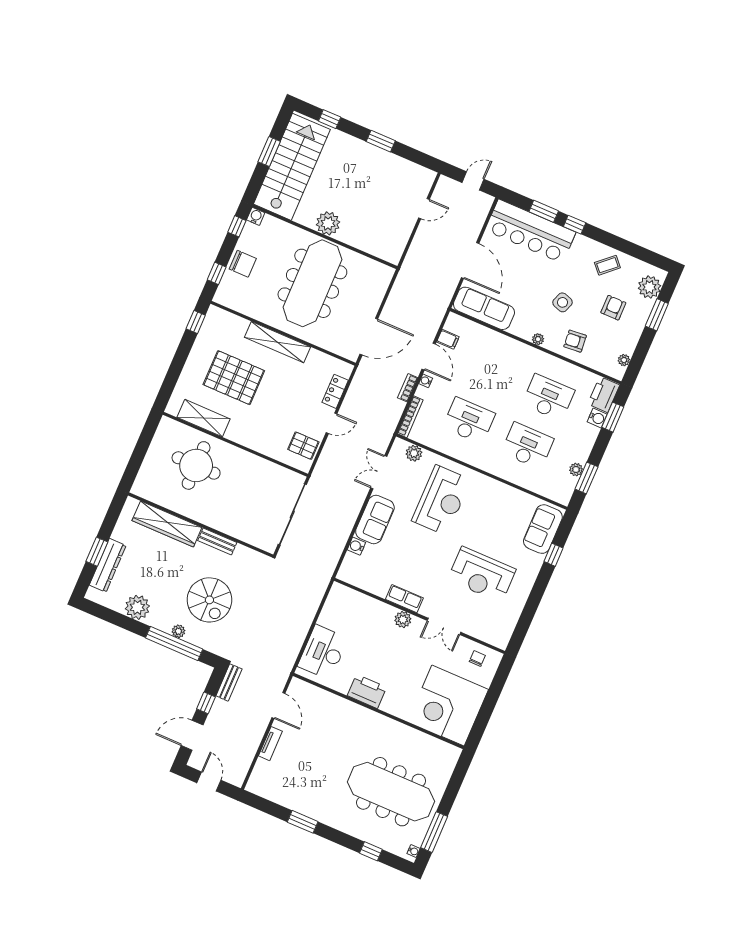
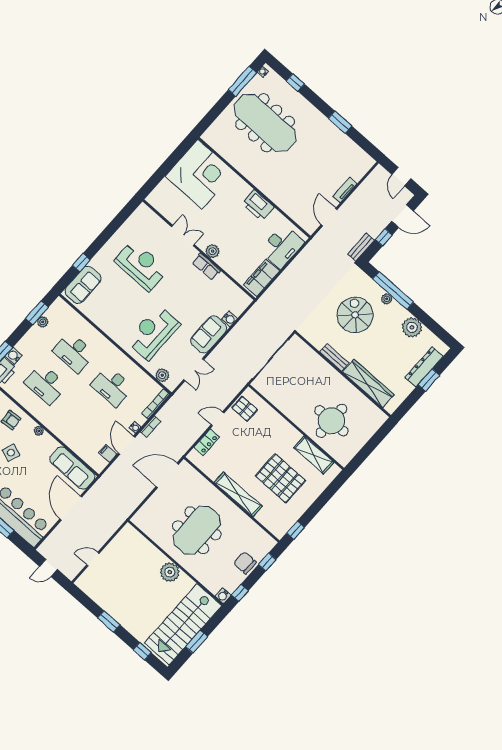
meeting table: (312, 283) -> (197, 530), width x0.73
filing cabinet: (335, 607) -> (262, 278), added
chair: (477, 658) -> (166, 203), removed

